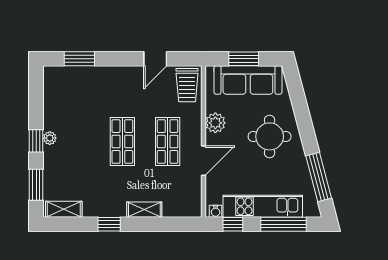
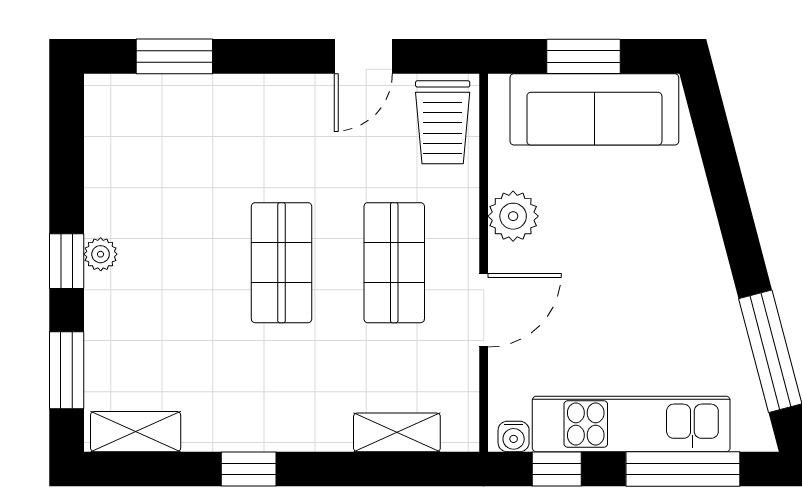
round table: (270, 136) -> (648, 250), removed
shelving: (144, 210) -> (397, 432), moved

